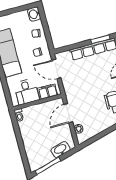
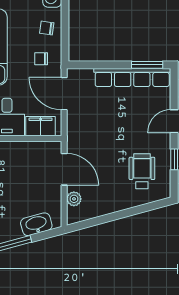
door: (68, 113) -> (64, 169), swing flipped

